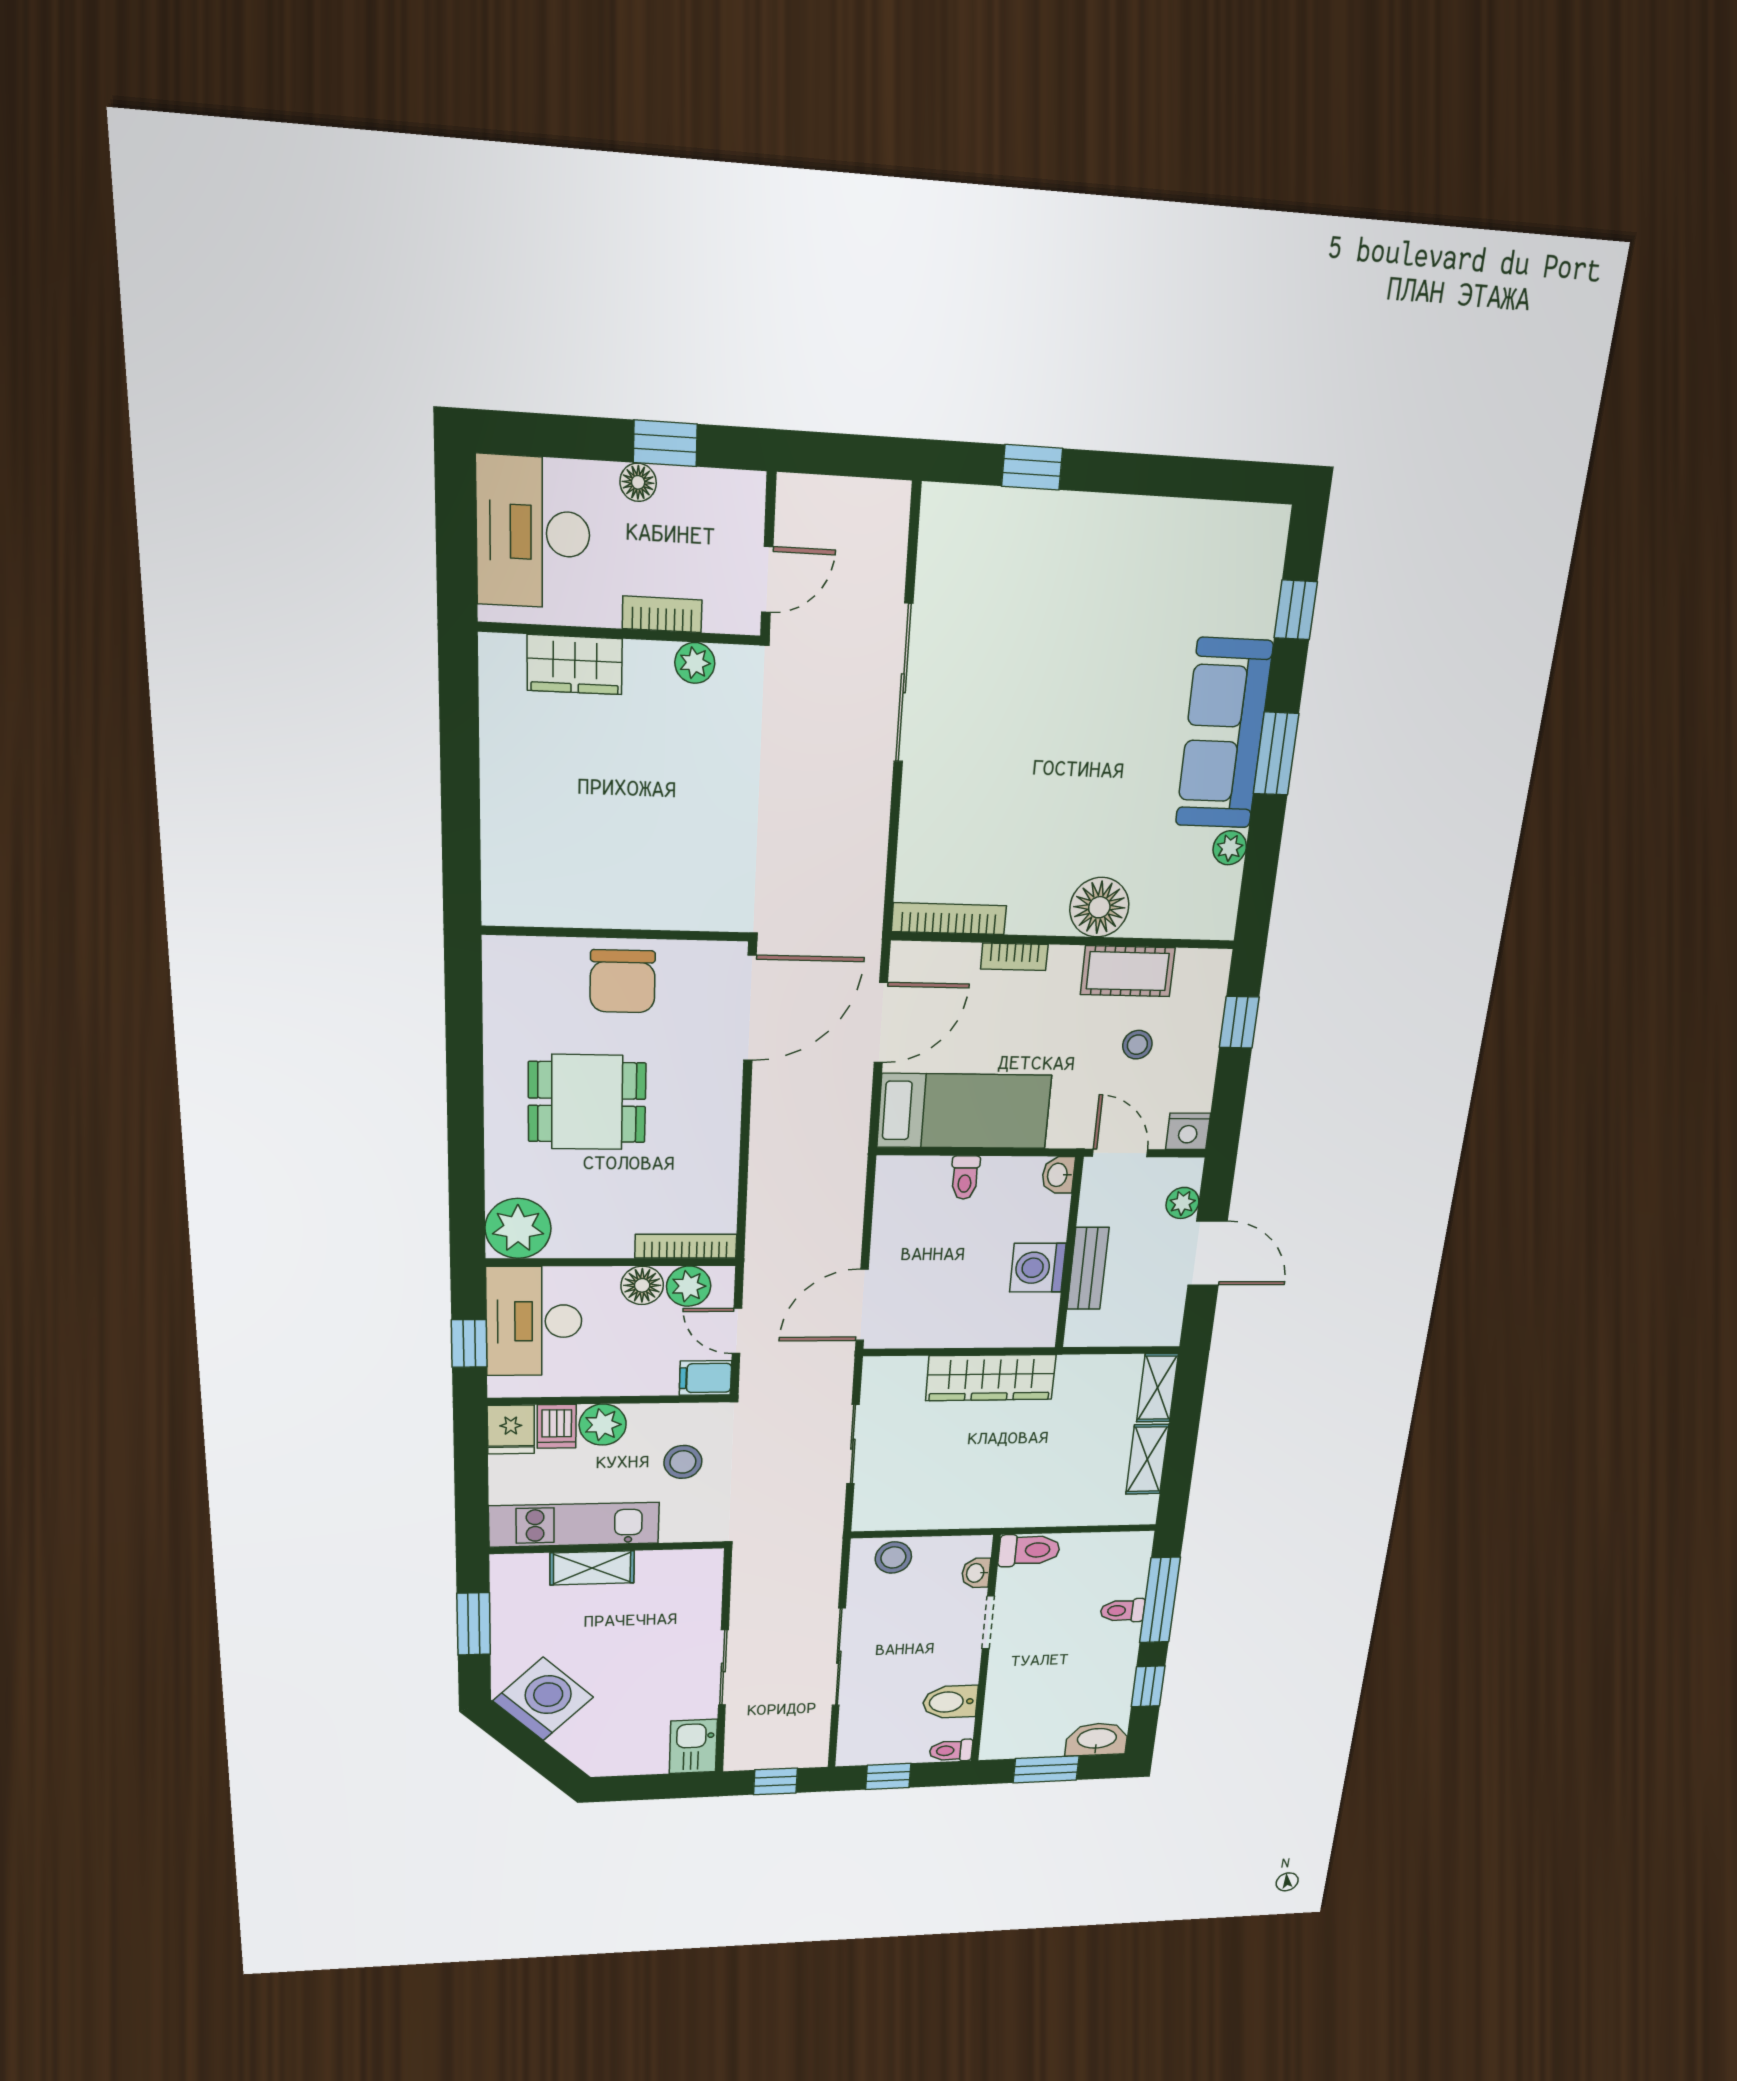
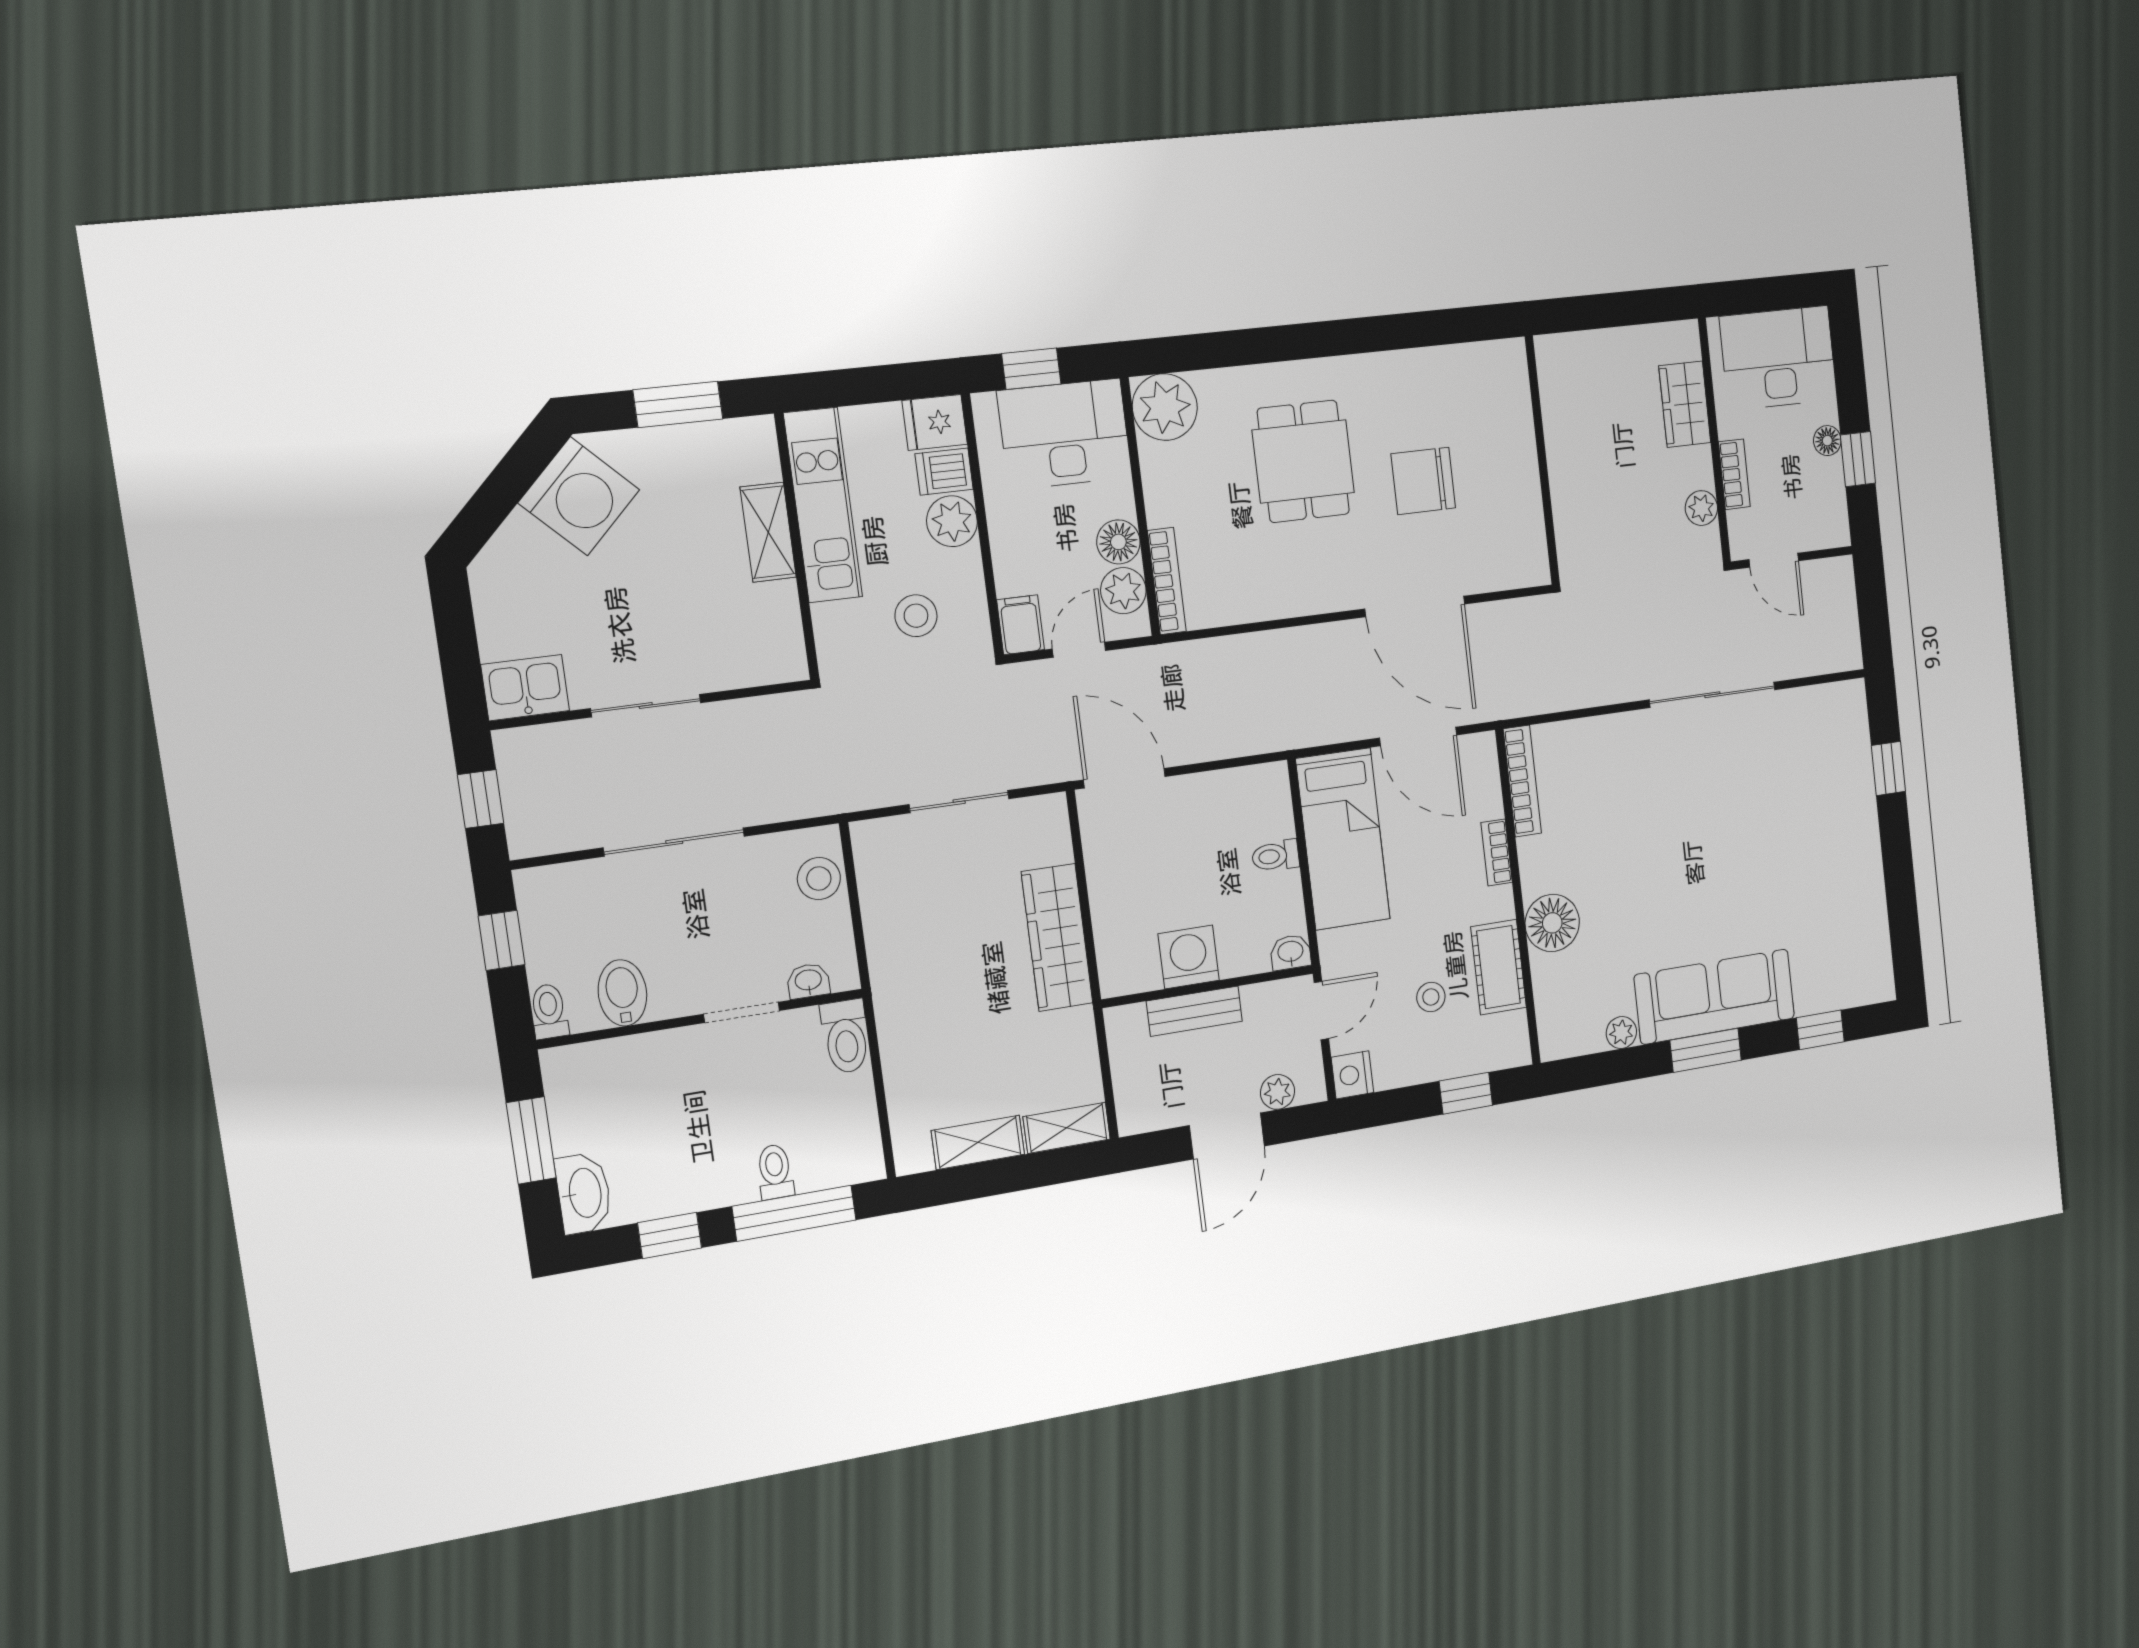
wall: (616, 934) -> (1542, 460), moved

